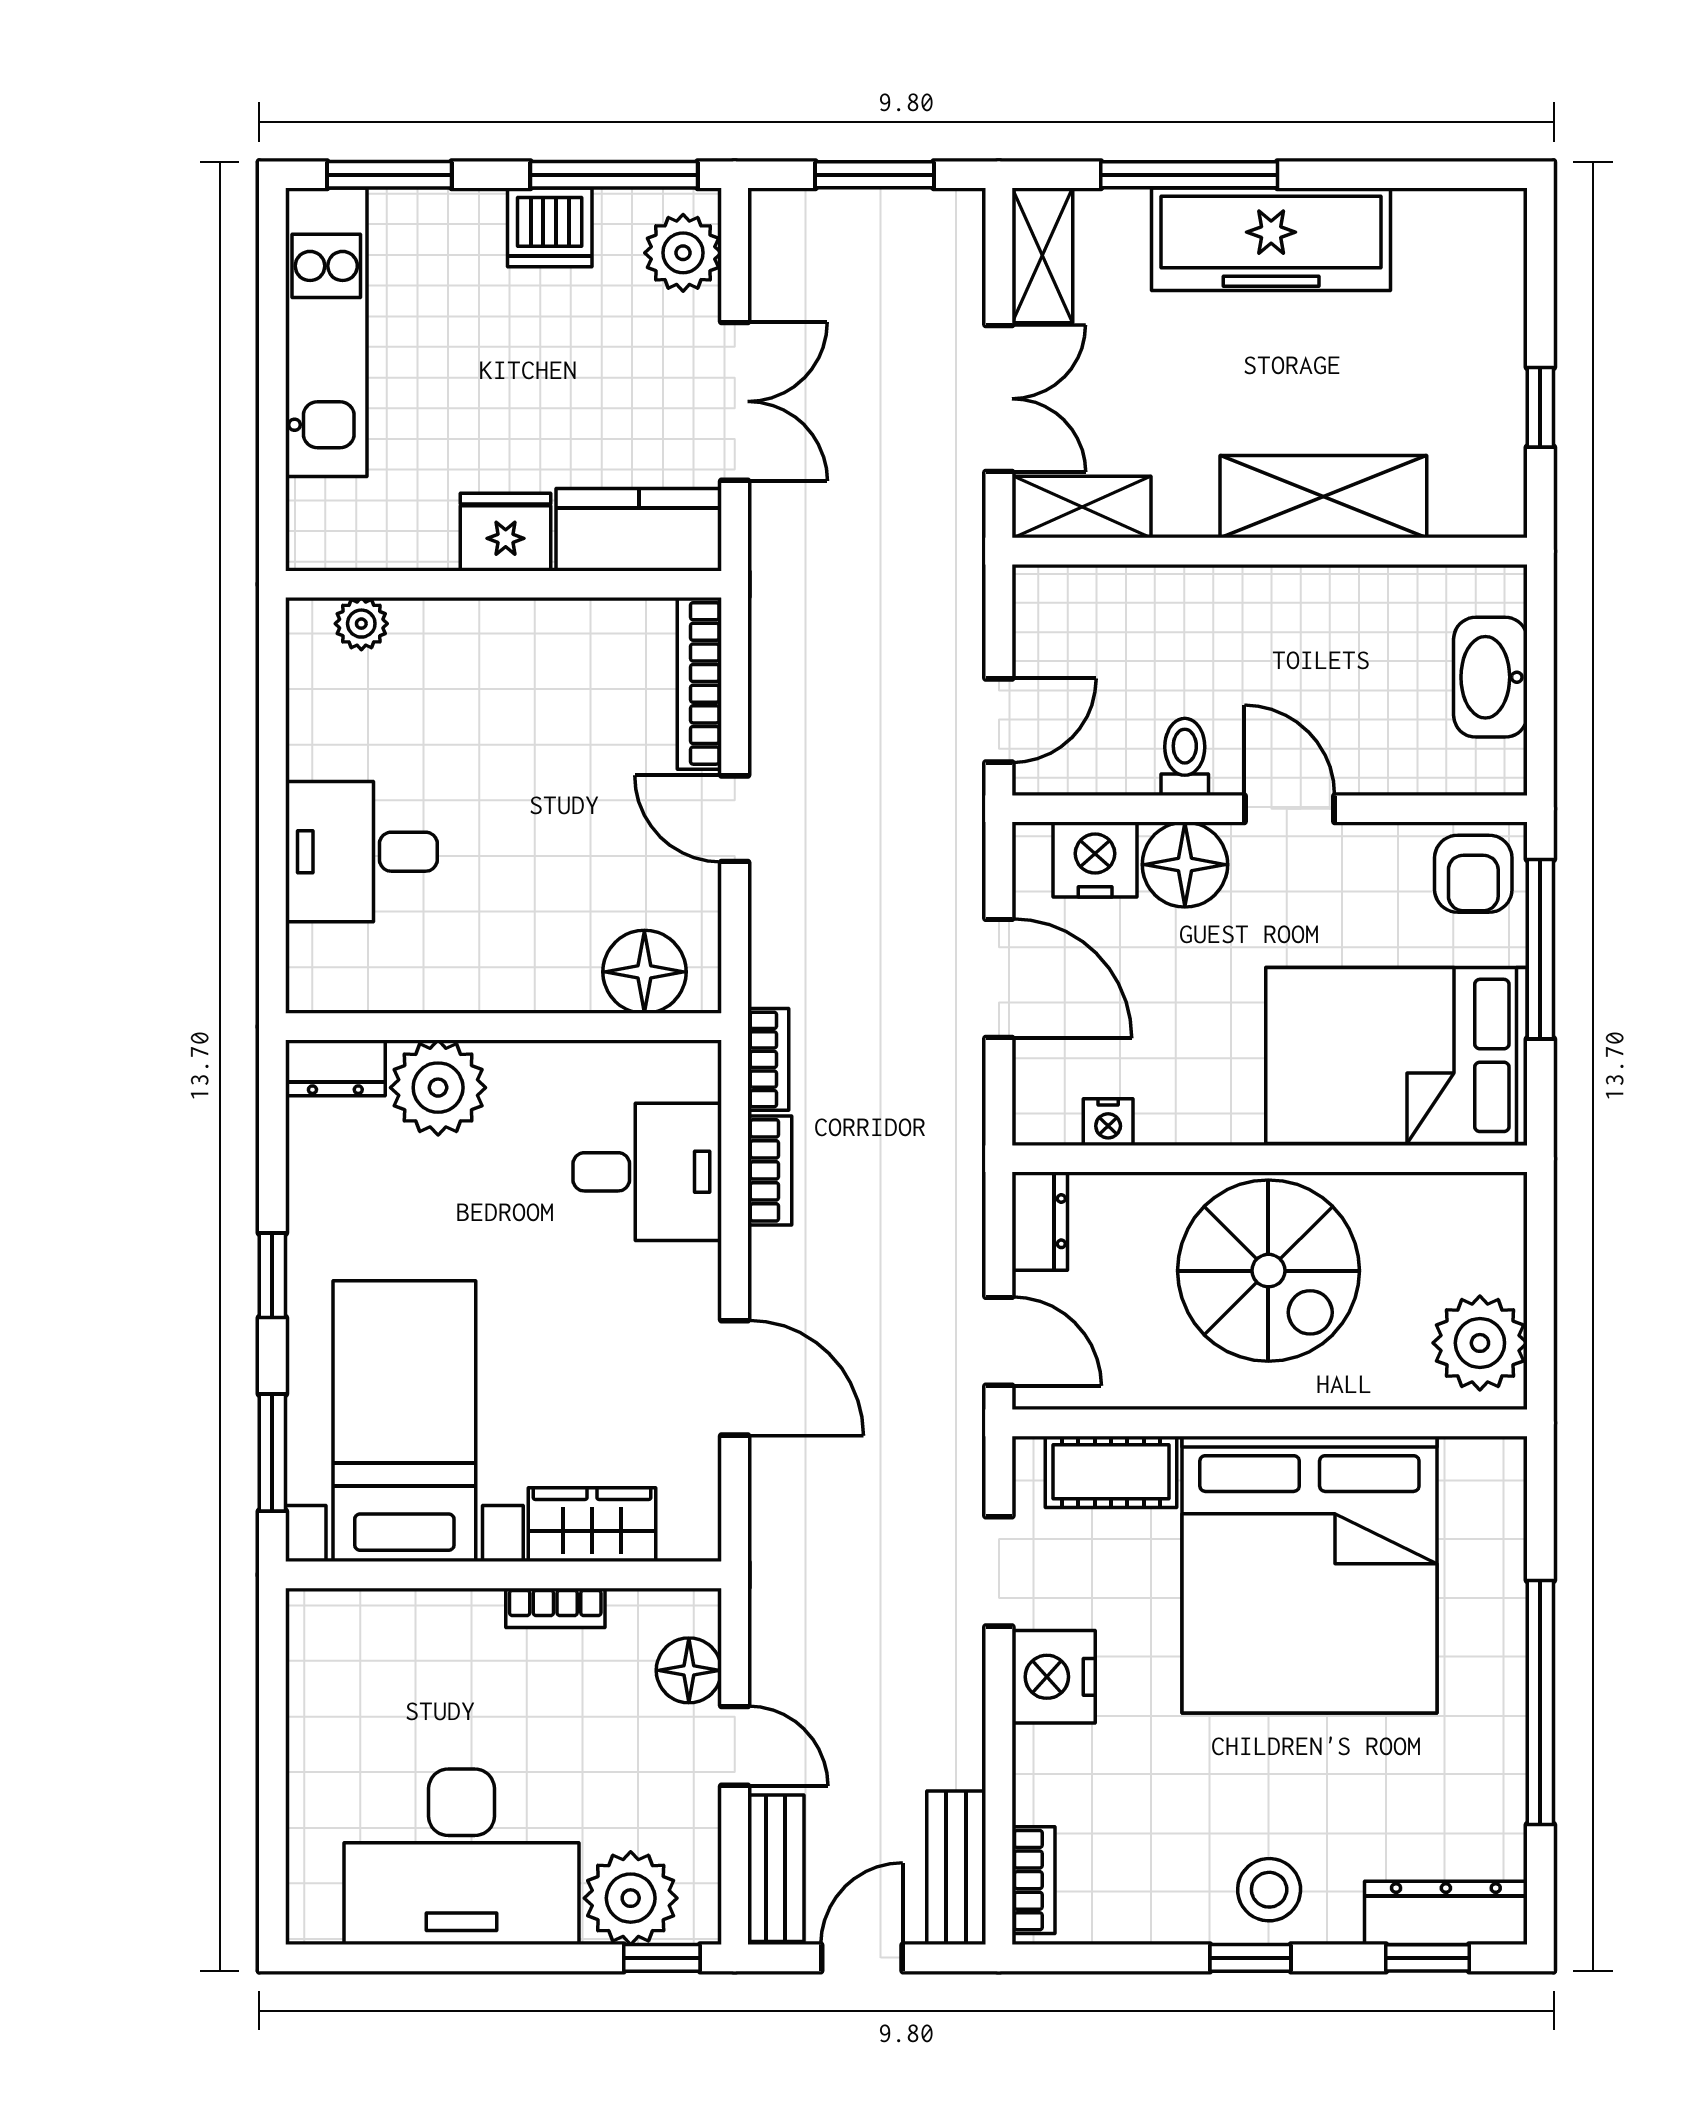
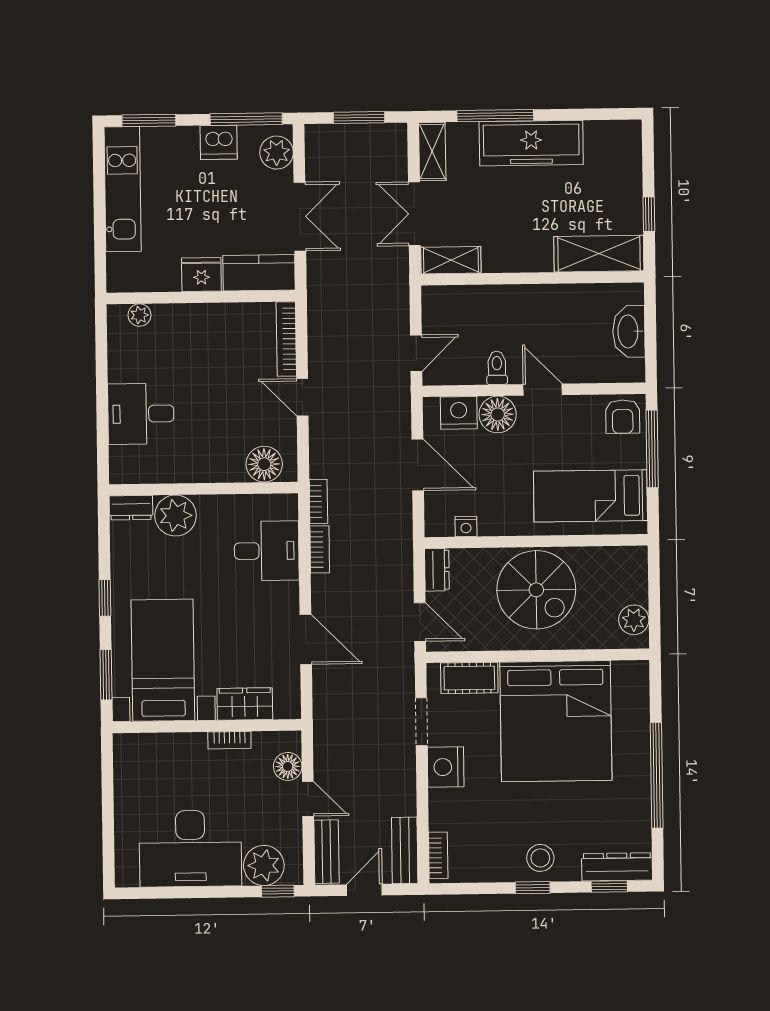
double door: (999, 399) -> (414, 214), swing flipped
shelving: (1323, 497) -> (599, 254), moved
bed: (1397, 1055) -> (590, 496), width x0.67
plant: (1480, 1343) -> (634, 620), width x0.73, depth x0.73

